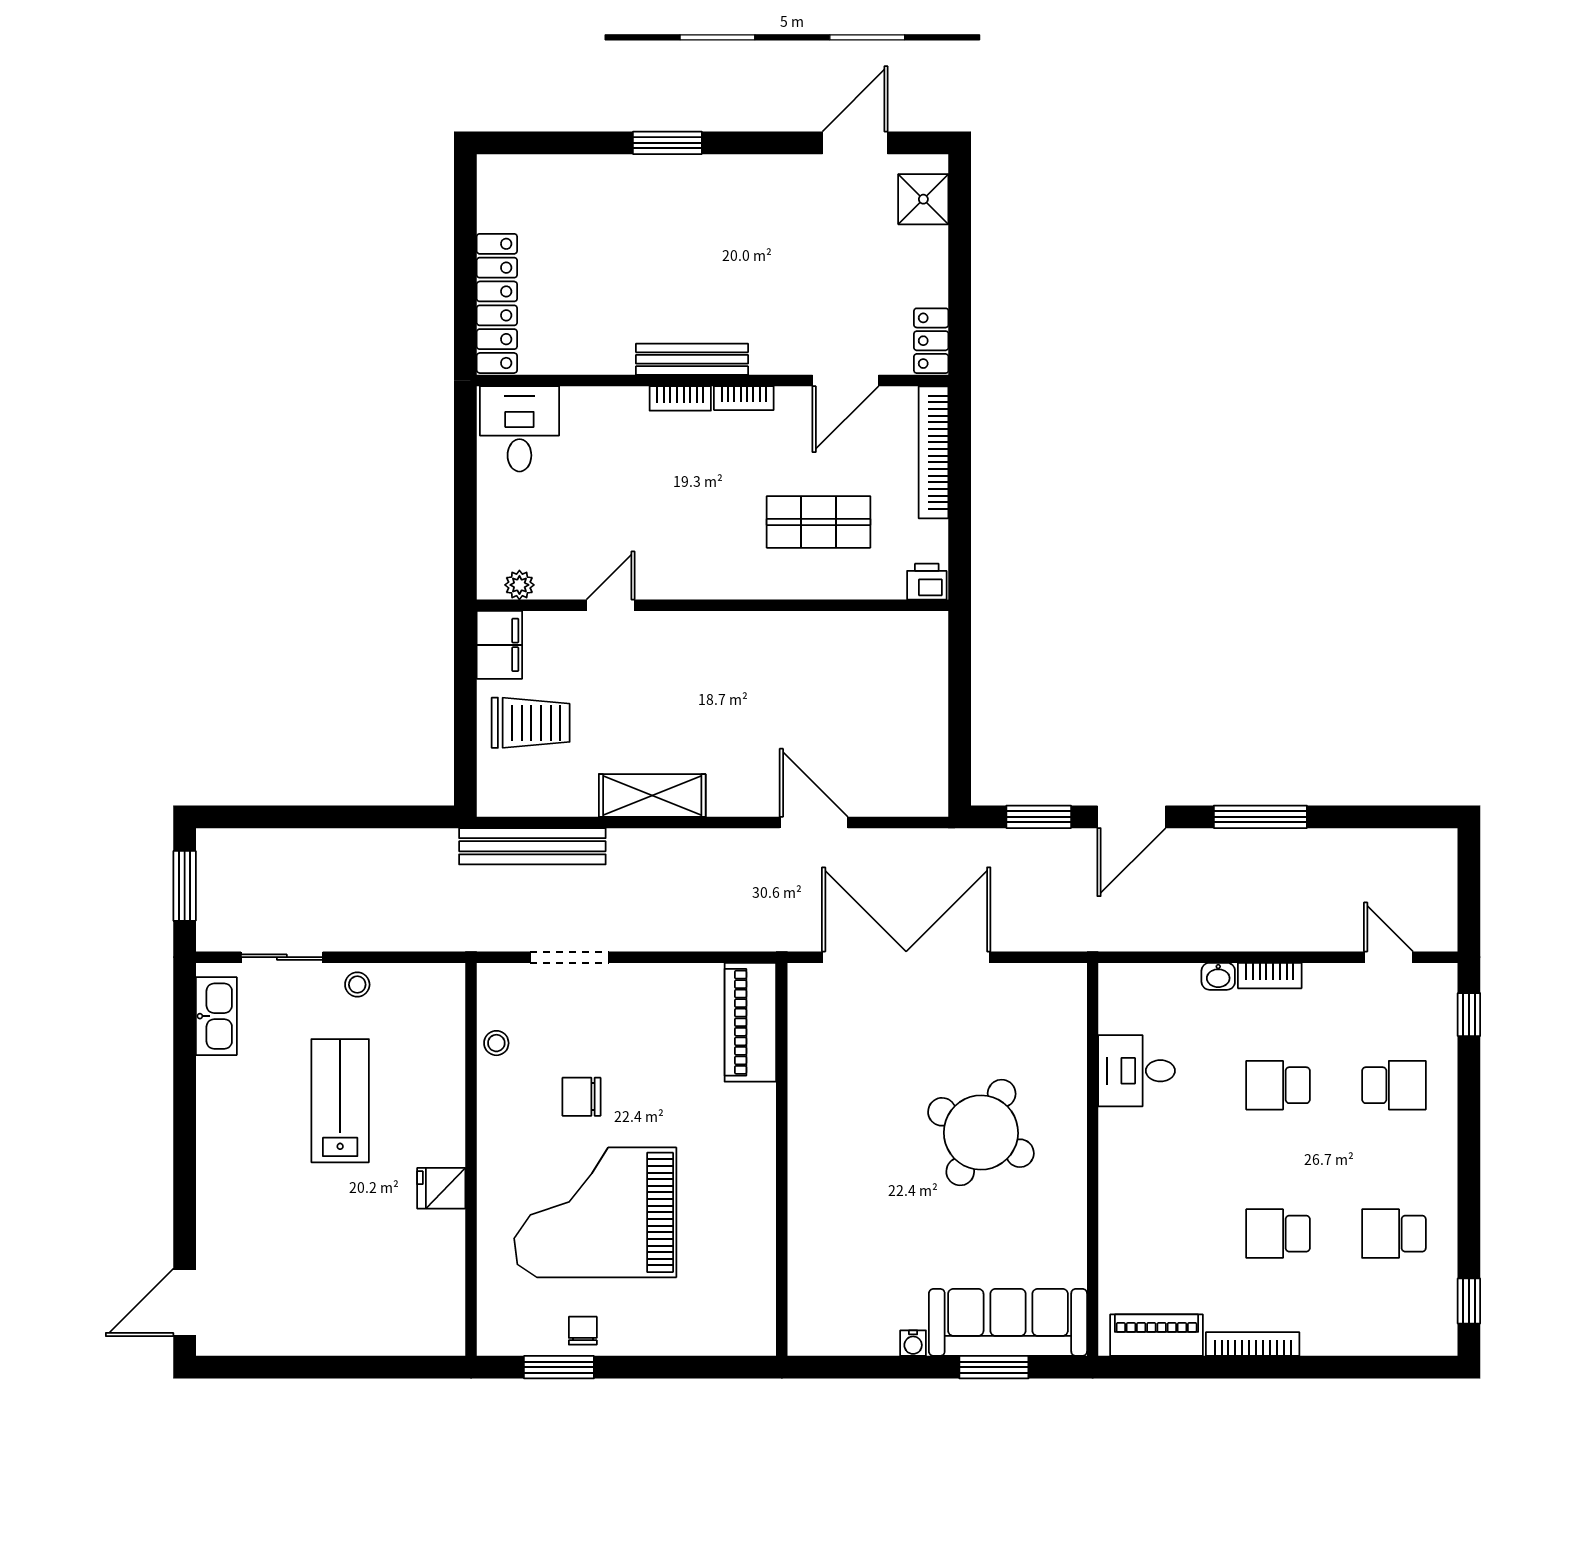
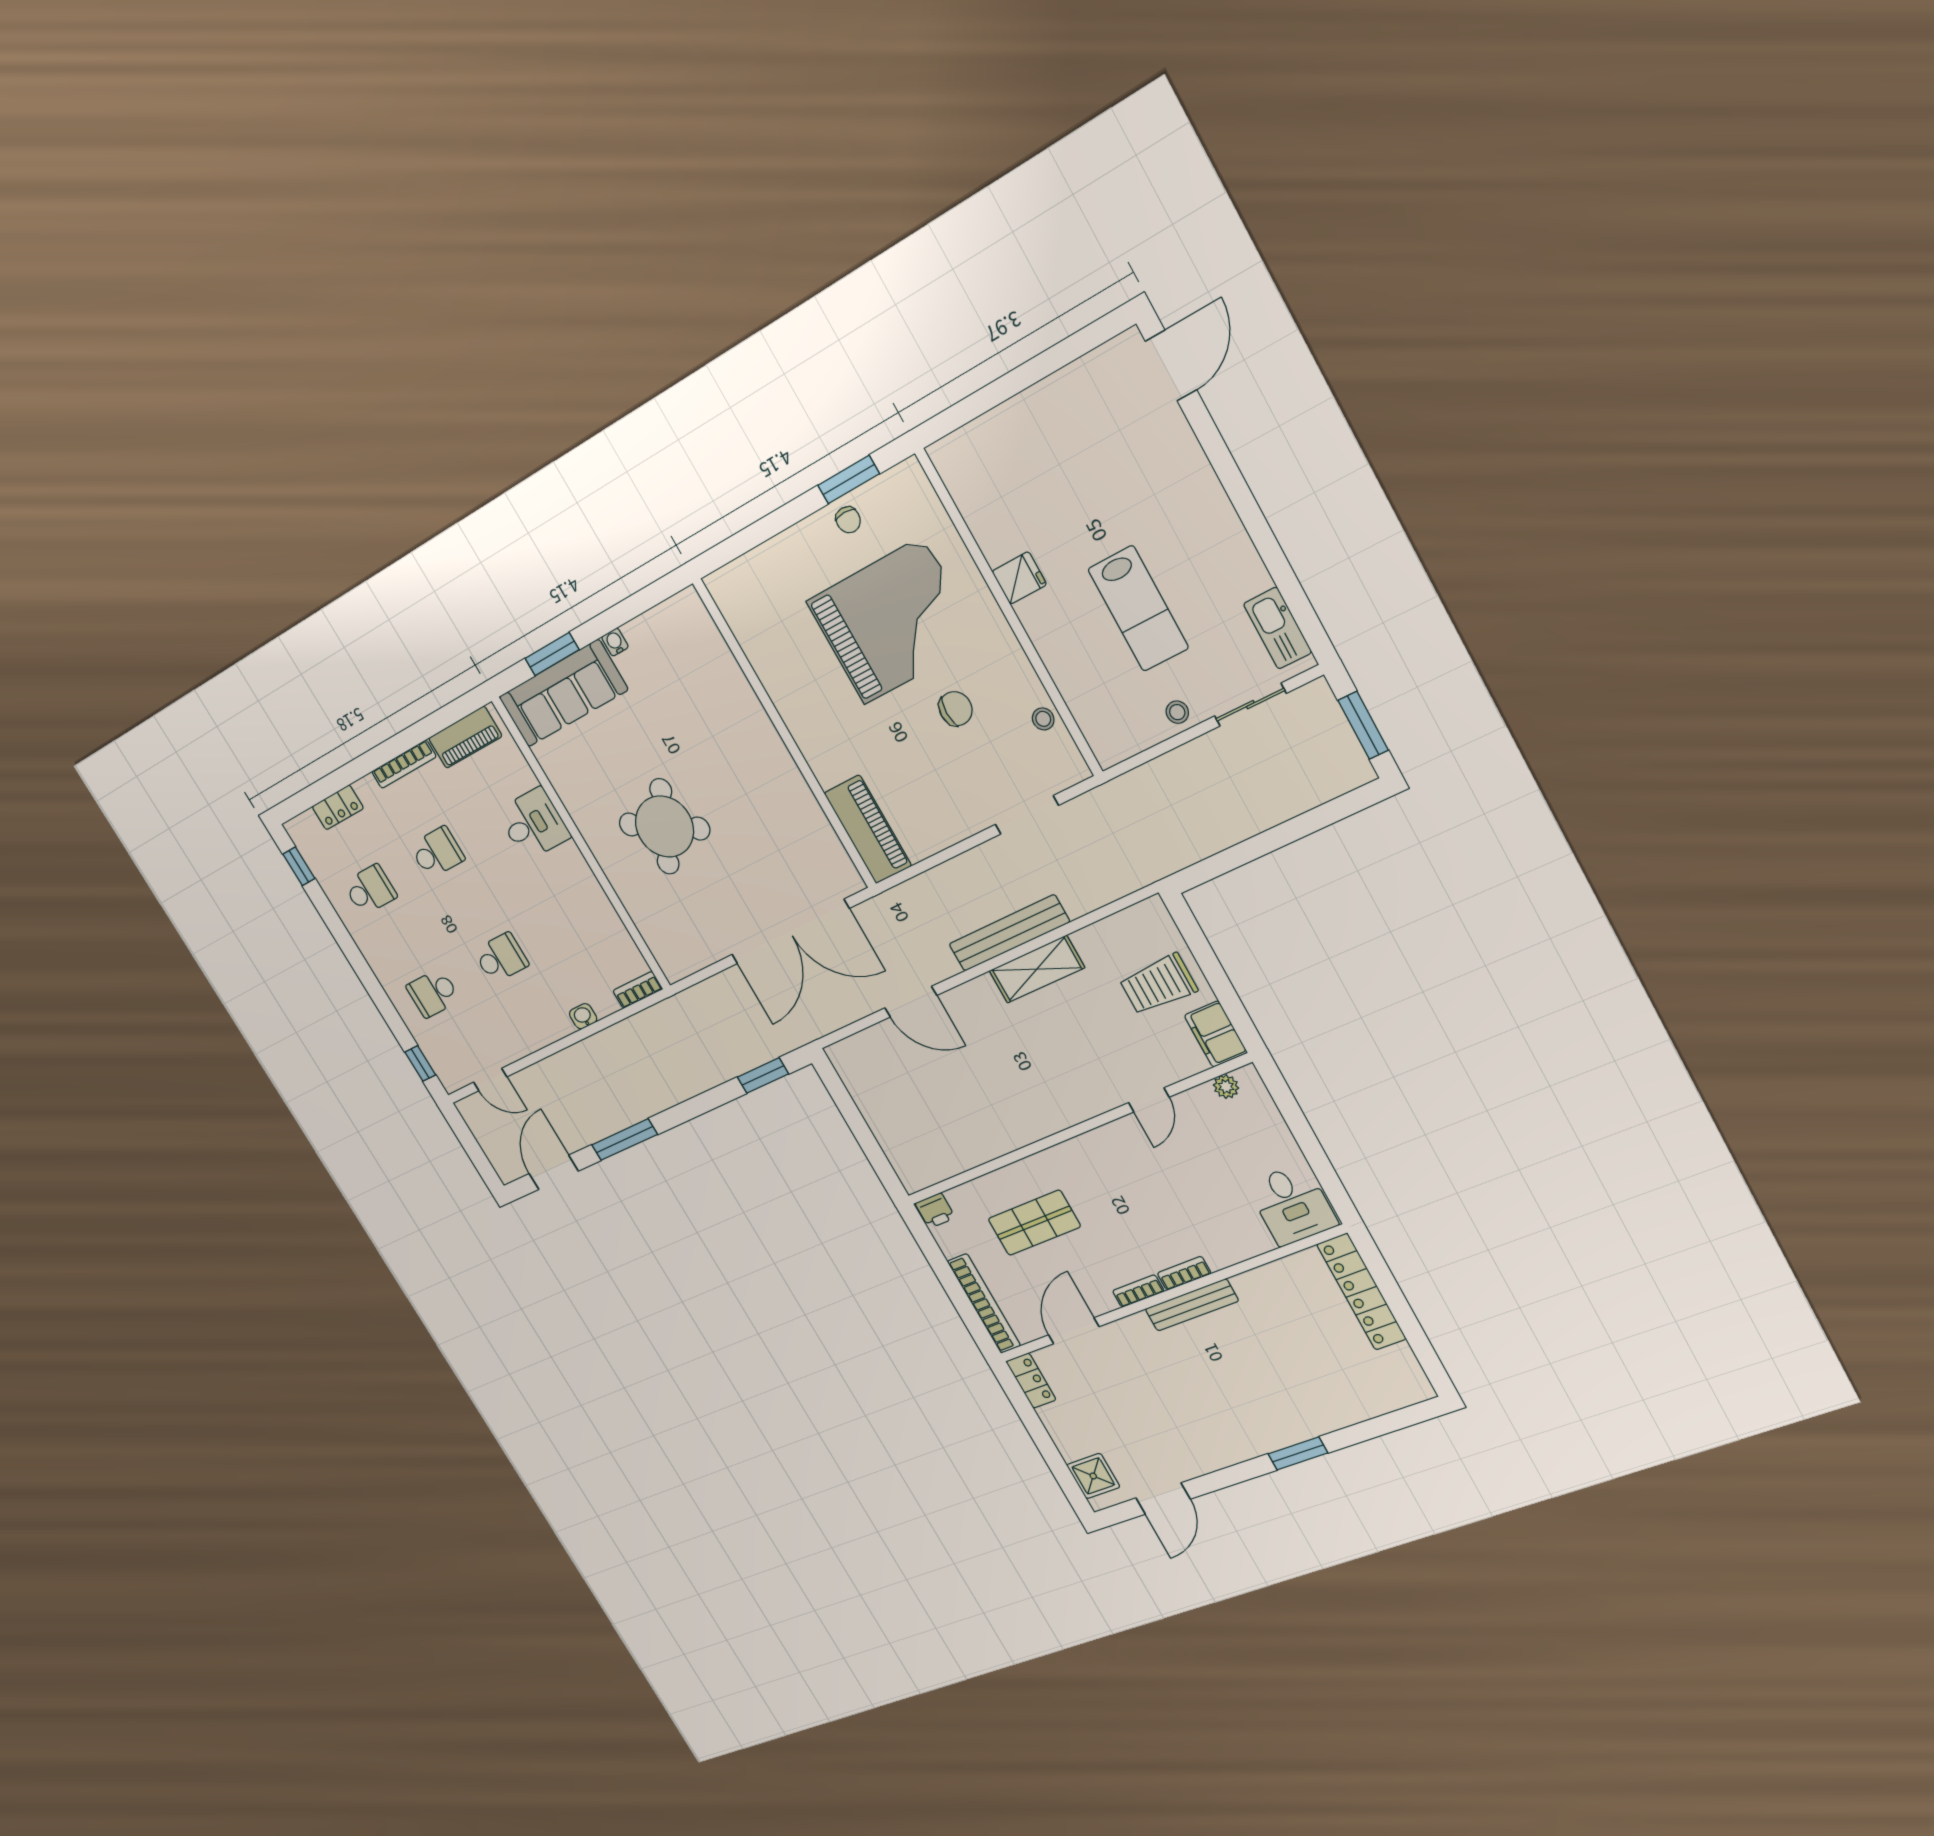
door: (1131, 817) -> (554, 1172), moved
bench: (532, 846) -> (1009, 933), moved
bookcase: (1270, 976) -> (638, 990), moved
desk: (1137, 1071) -> (533, 824), moved
locker: (1370, 1339) -> (338, 807), added

